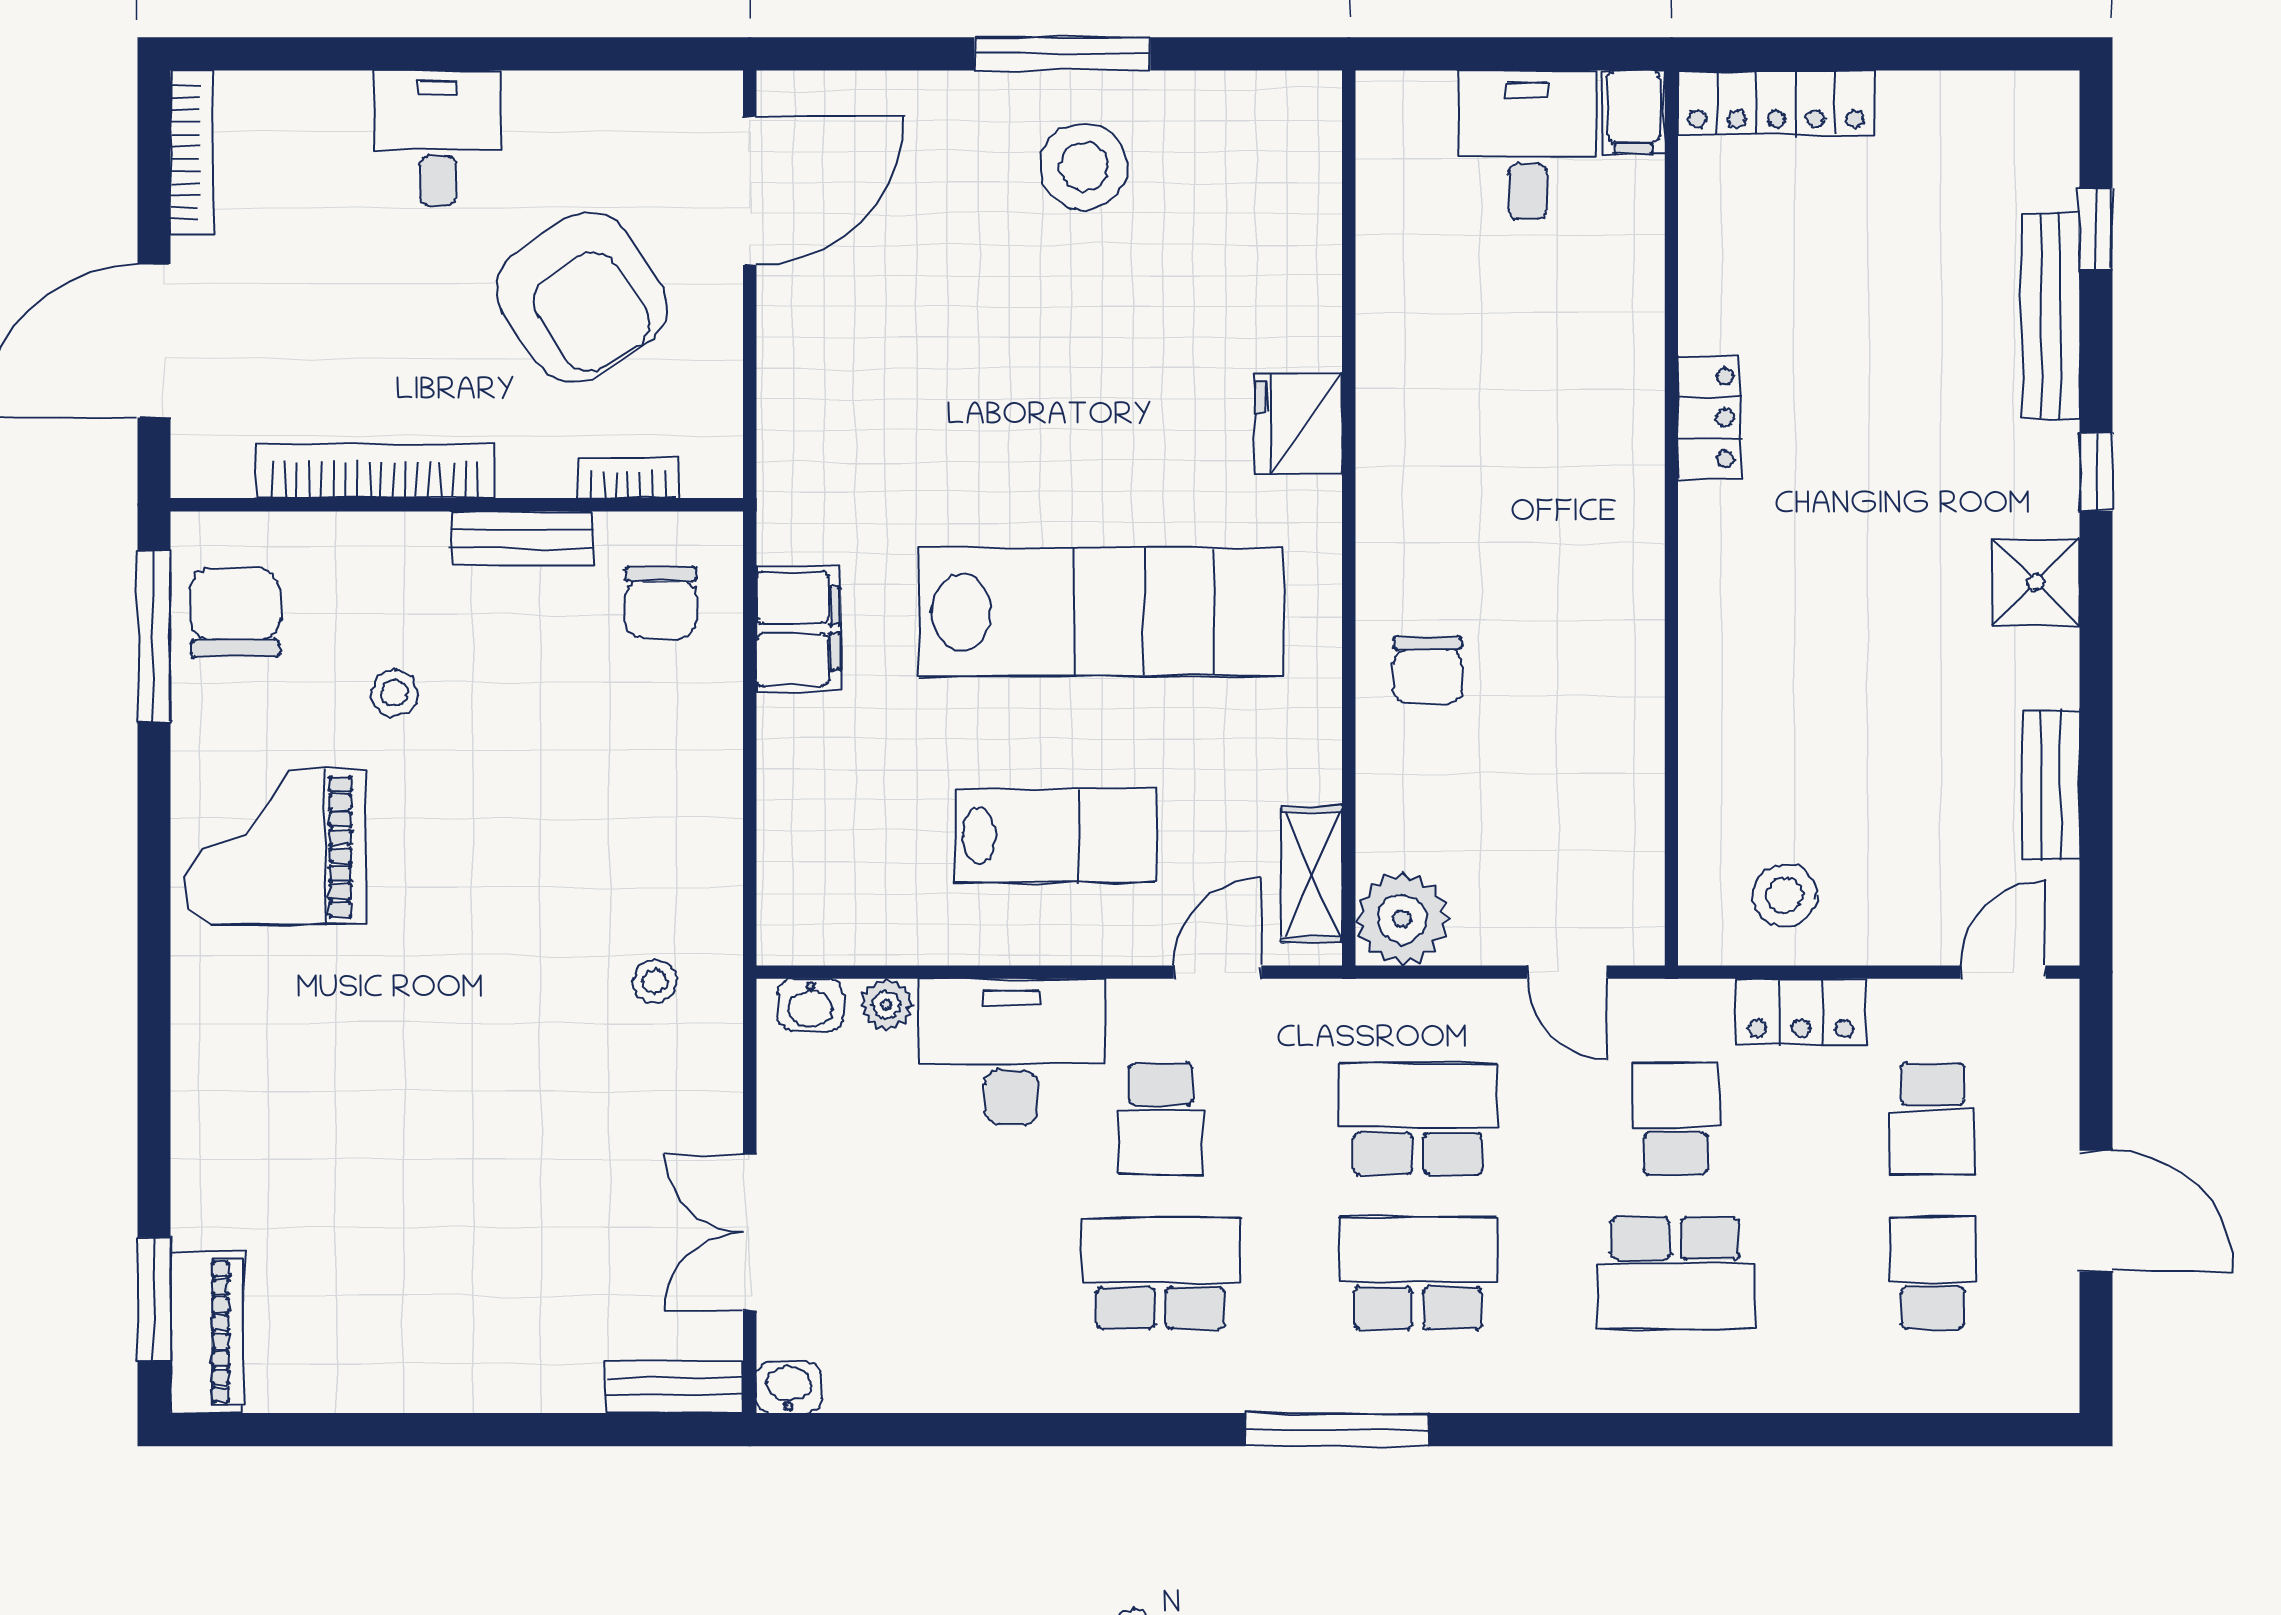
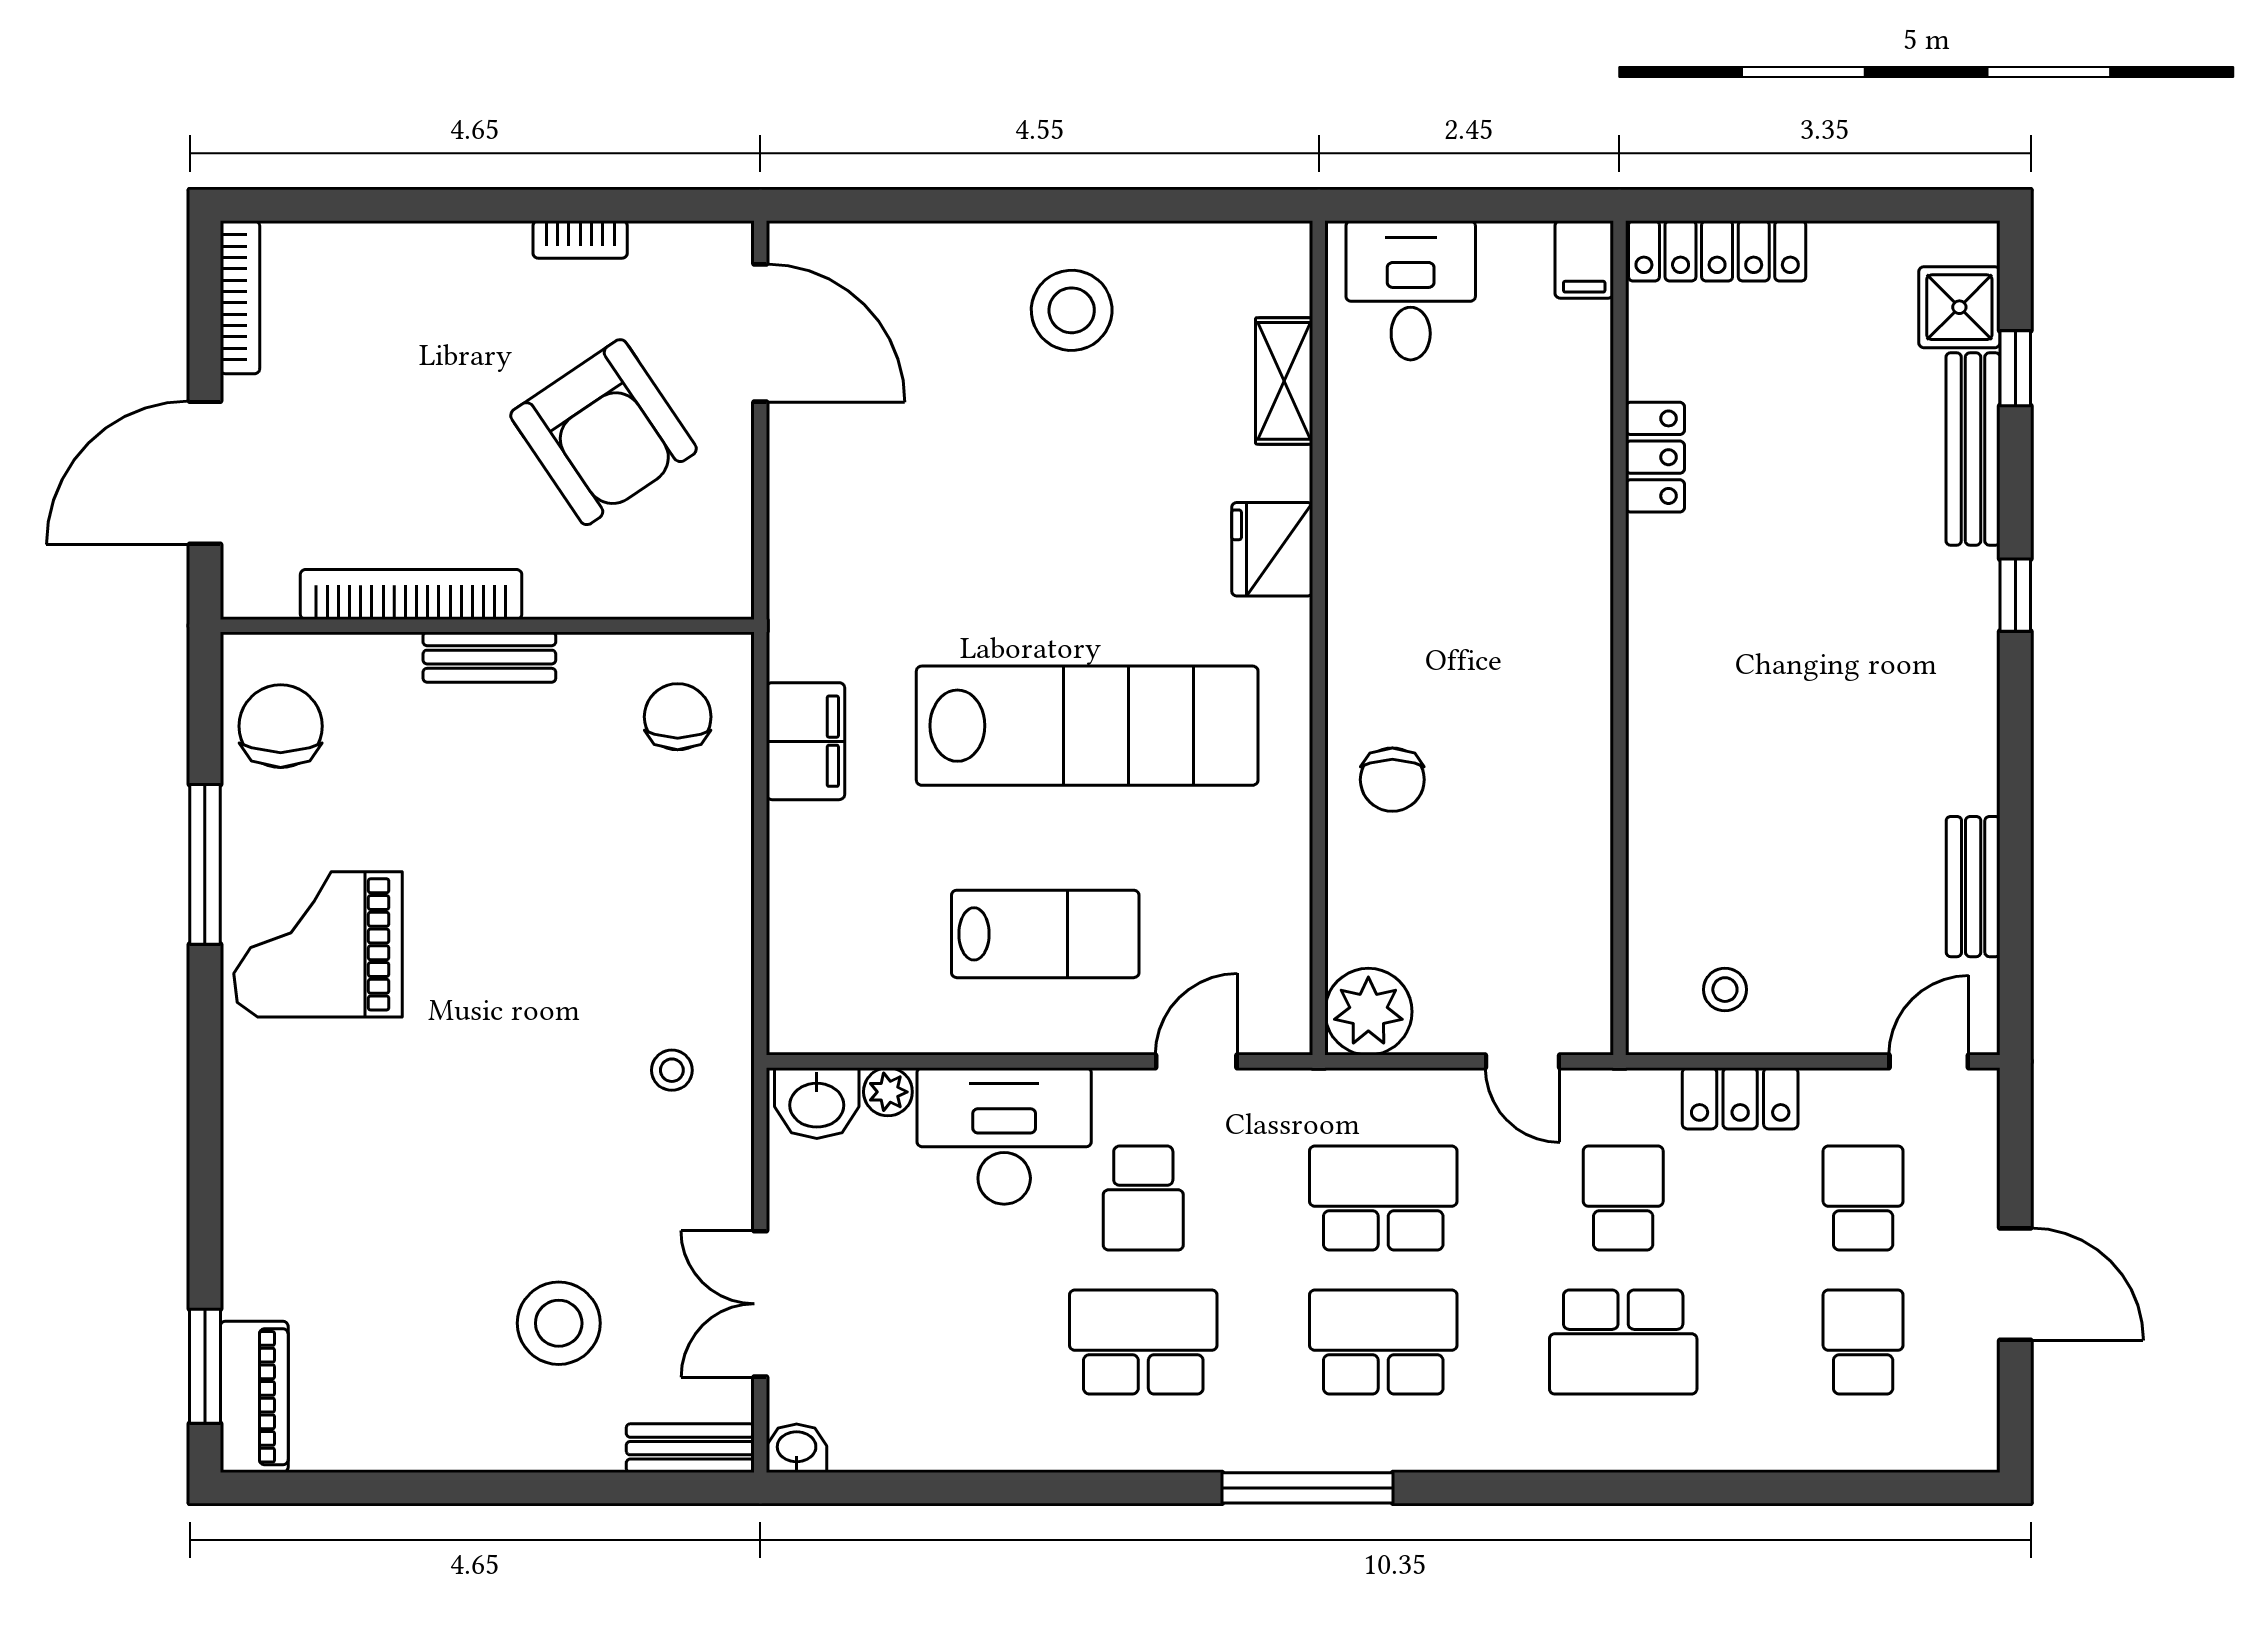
window: (1062, 54) -> (1052, 205), removed
desk: (438, 138) -> (469, 284), removed
desk: (1528, 145) -> (1411, 290), moved
door: (750, 191) -> (760, 333), hinge flipped
locker: (1709, 418) -> (1655, 457), moved
bookcase: (628, 478) -> (580, 239), moved, turned 180
bench: (522, 539) -> (489, 657), moved
shower: (2036, 582) -> (1959, 307), moved
chair: (661, 603) -> (678, 717), turned 180
window: (154, 636) -> (205, 864), moved
stool: (394, 693) -> (559, 1323), moved, width x1.89, depth x1.89
shelving: (1312, 874) -> (1284, 381), moved
stool: (1785, 895) -> (1725, 990), width x0.73, depth x0.73
washbasin: (810, 1005) -> (817, 1103), width x1.38, depth x1.45
school desk: (1933, 1119) -> (1863, 1198), turned 180

